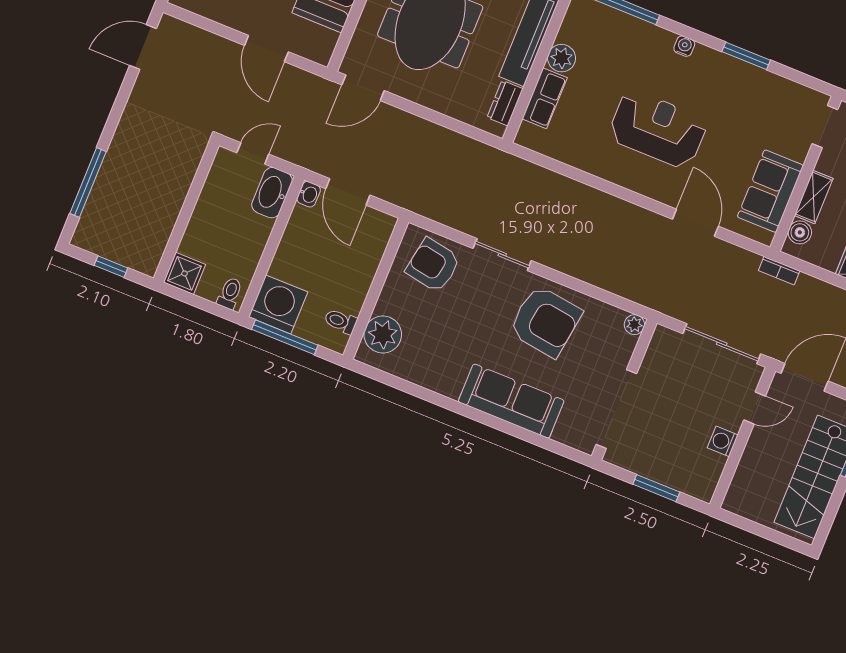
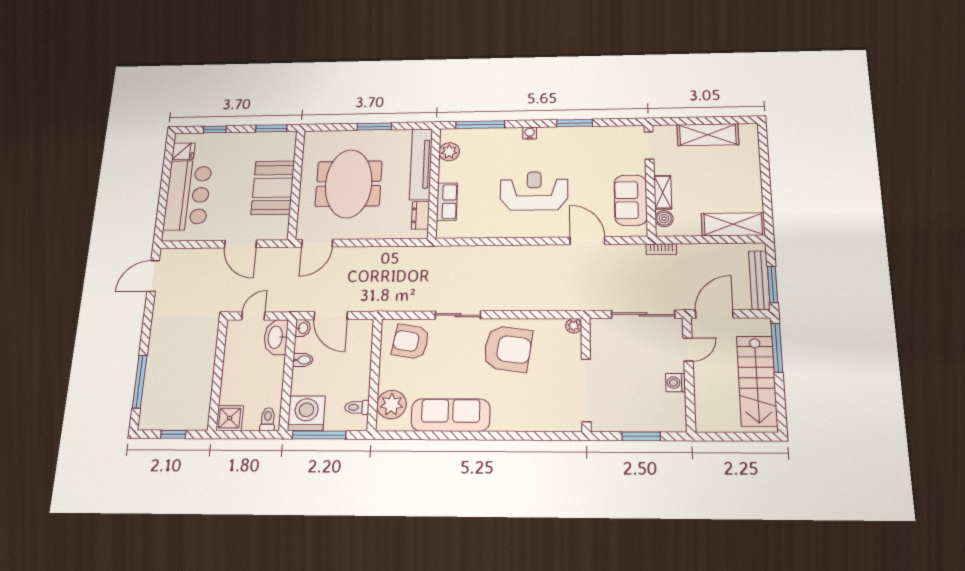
plant: (562, 58) -> (449, 152), moved
bidet: (296, 236) -> (303, 360), added
sofa: (511, 401) -> (451, 415), moved

